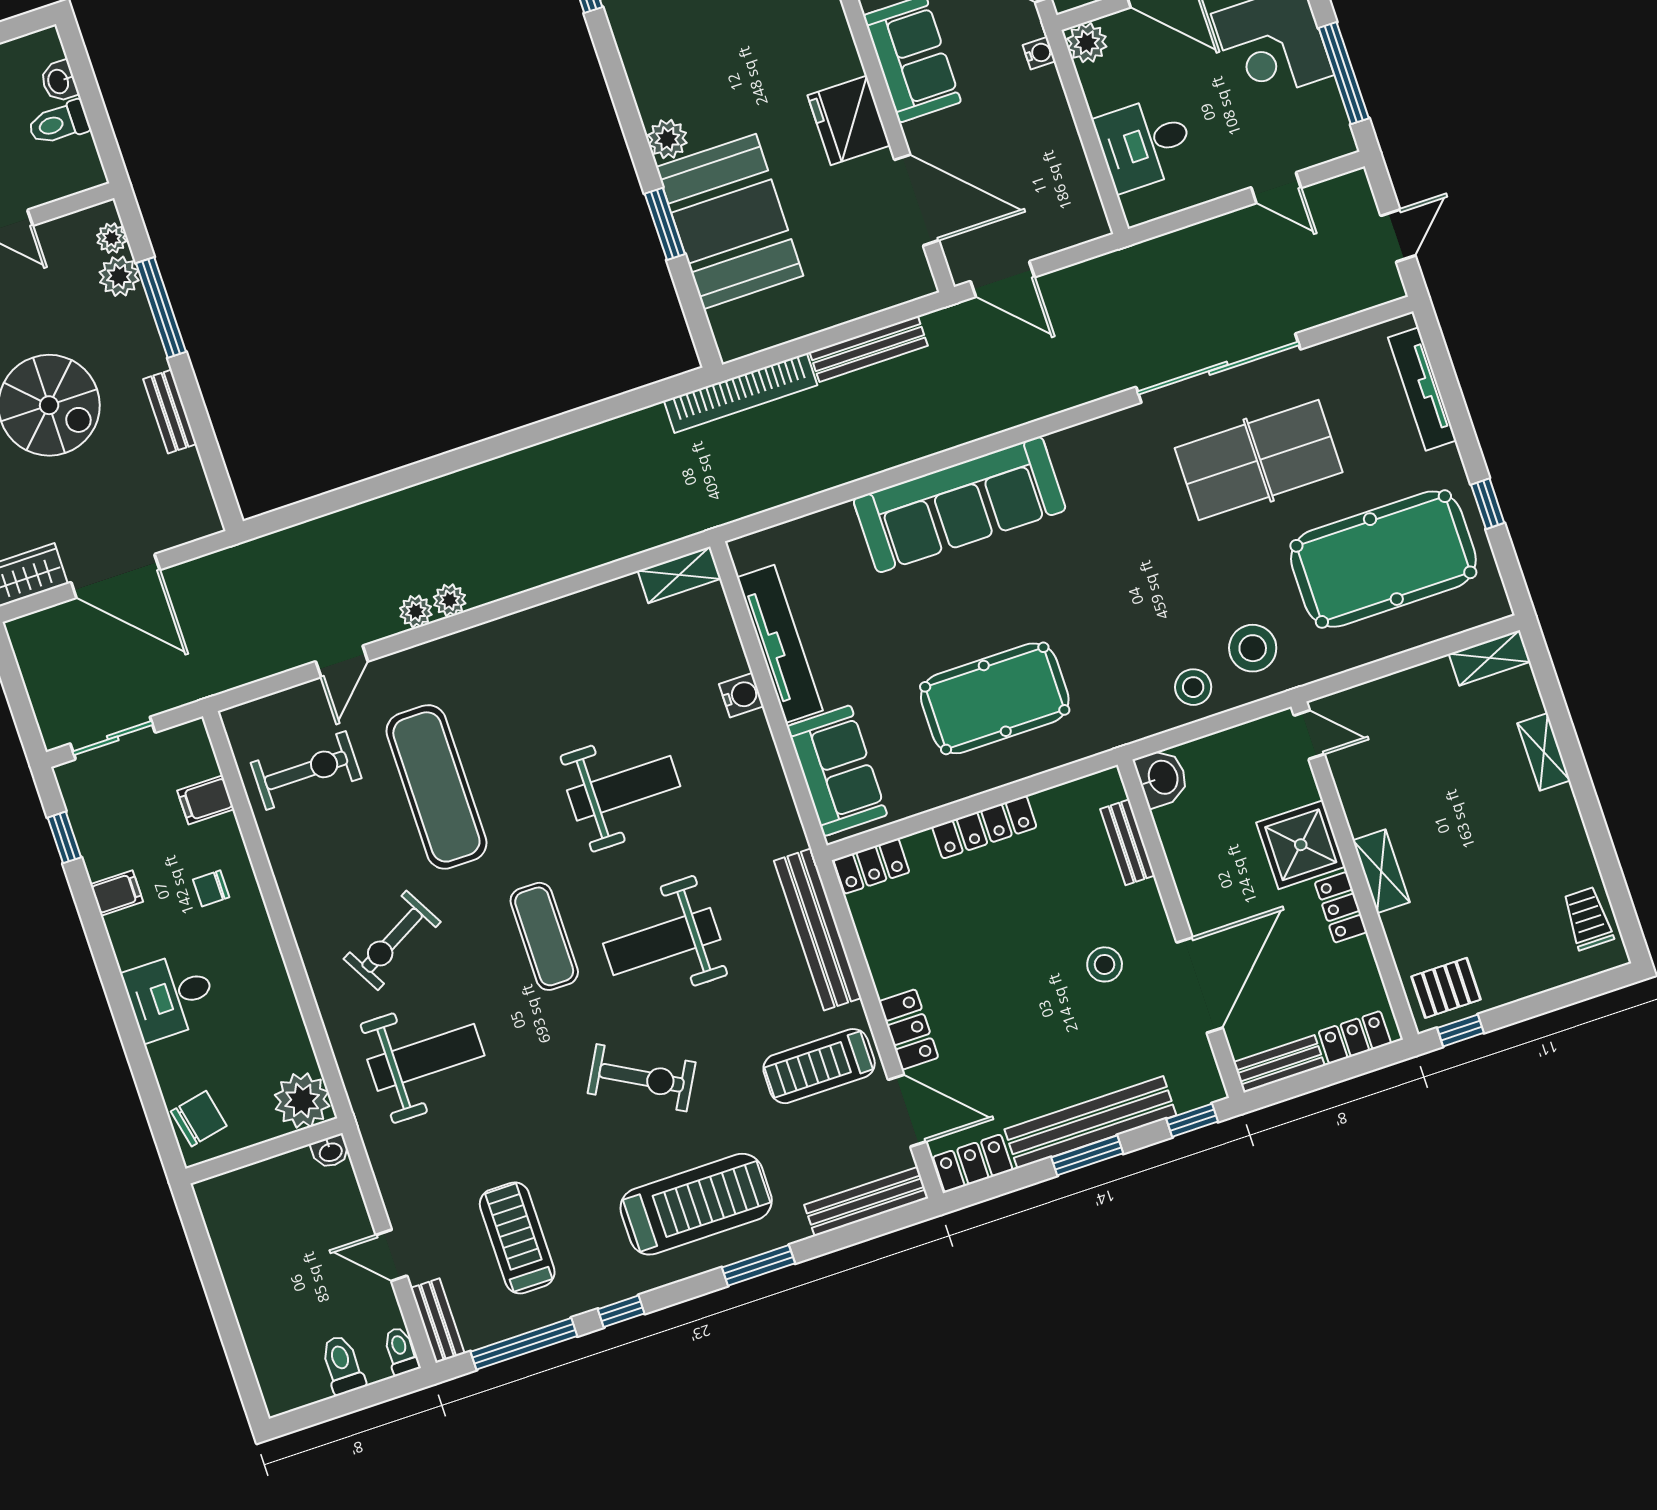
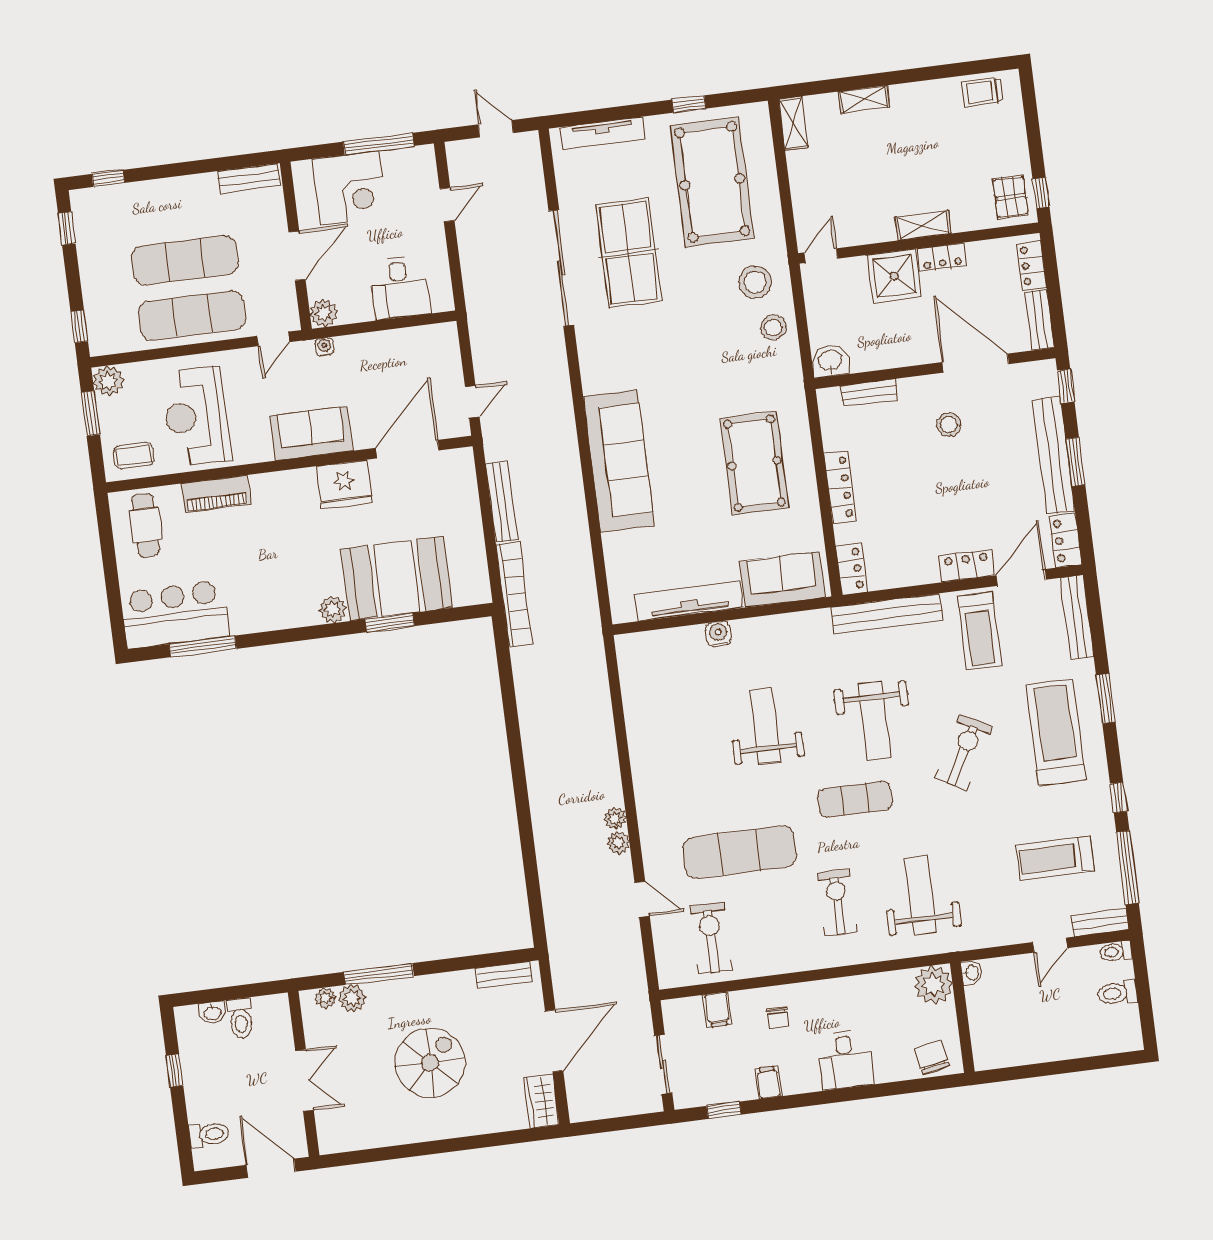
door: (1002, 279) -> (472, 402), width x0.73
bench: (170, 411) -> (504, 975), moved
shelving: (679, 575) -> (629, 660), removed
exercise bike: (392, 940) -> (837, 903), turned -151

